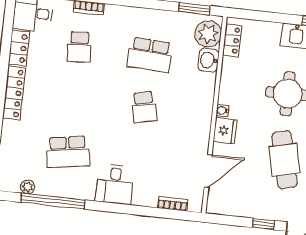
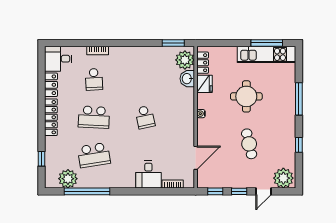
school desk: (150, 55) -> (94, 117), moved
fridge: (225, 131) -> (204, 84), moved
cafe table: (284, 160) -> (249, 144), width x0.73, depth x0.74
desk: (115, 184) -> (148, 175), moved
plant: (28, 187) -> (68, 179), width x1.87, depth x1.87
window: (231, 220) -> (215, 191), added

